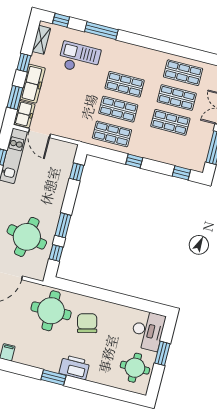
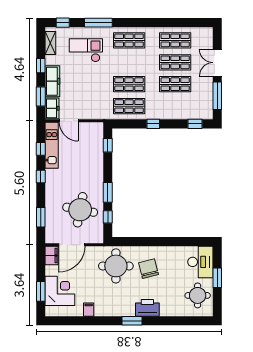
shop shelf: (125, 84) -> (129, 40), moved

